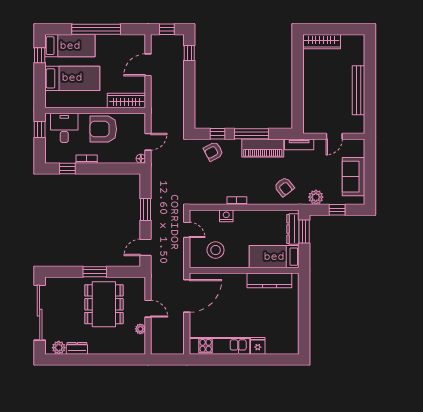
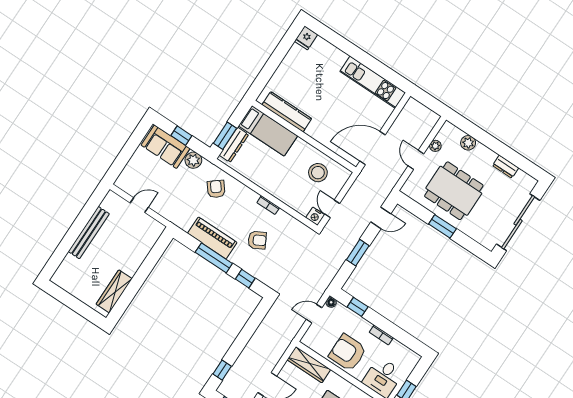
wardrobe: (322, 42) -> (114, 291), moved, turned -90
armchair: (103, 129) -> (348, 353), turned 180
tv unit: (299, 144) -> (176, 219), removed
armchair: (213, 151) -> (257, 240), moved
window: (67, 168) -> (358, 307), moved
sofa: (354, 177) -> (165, 147), moved, turned 90
nightstand: (226, 216) -> (315, 216), moved
dining table: (104, 304) -> (454, 191), turned 90
fridge: (258, 346) -> (306, 38), moved
plant: (59, 348) -> (468, 143), moved

